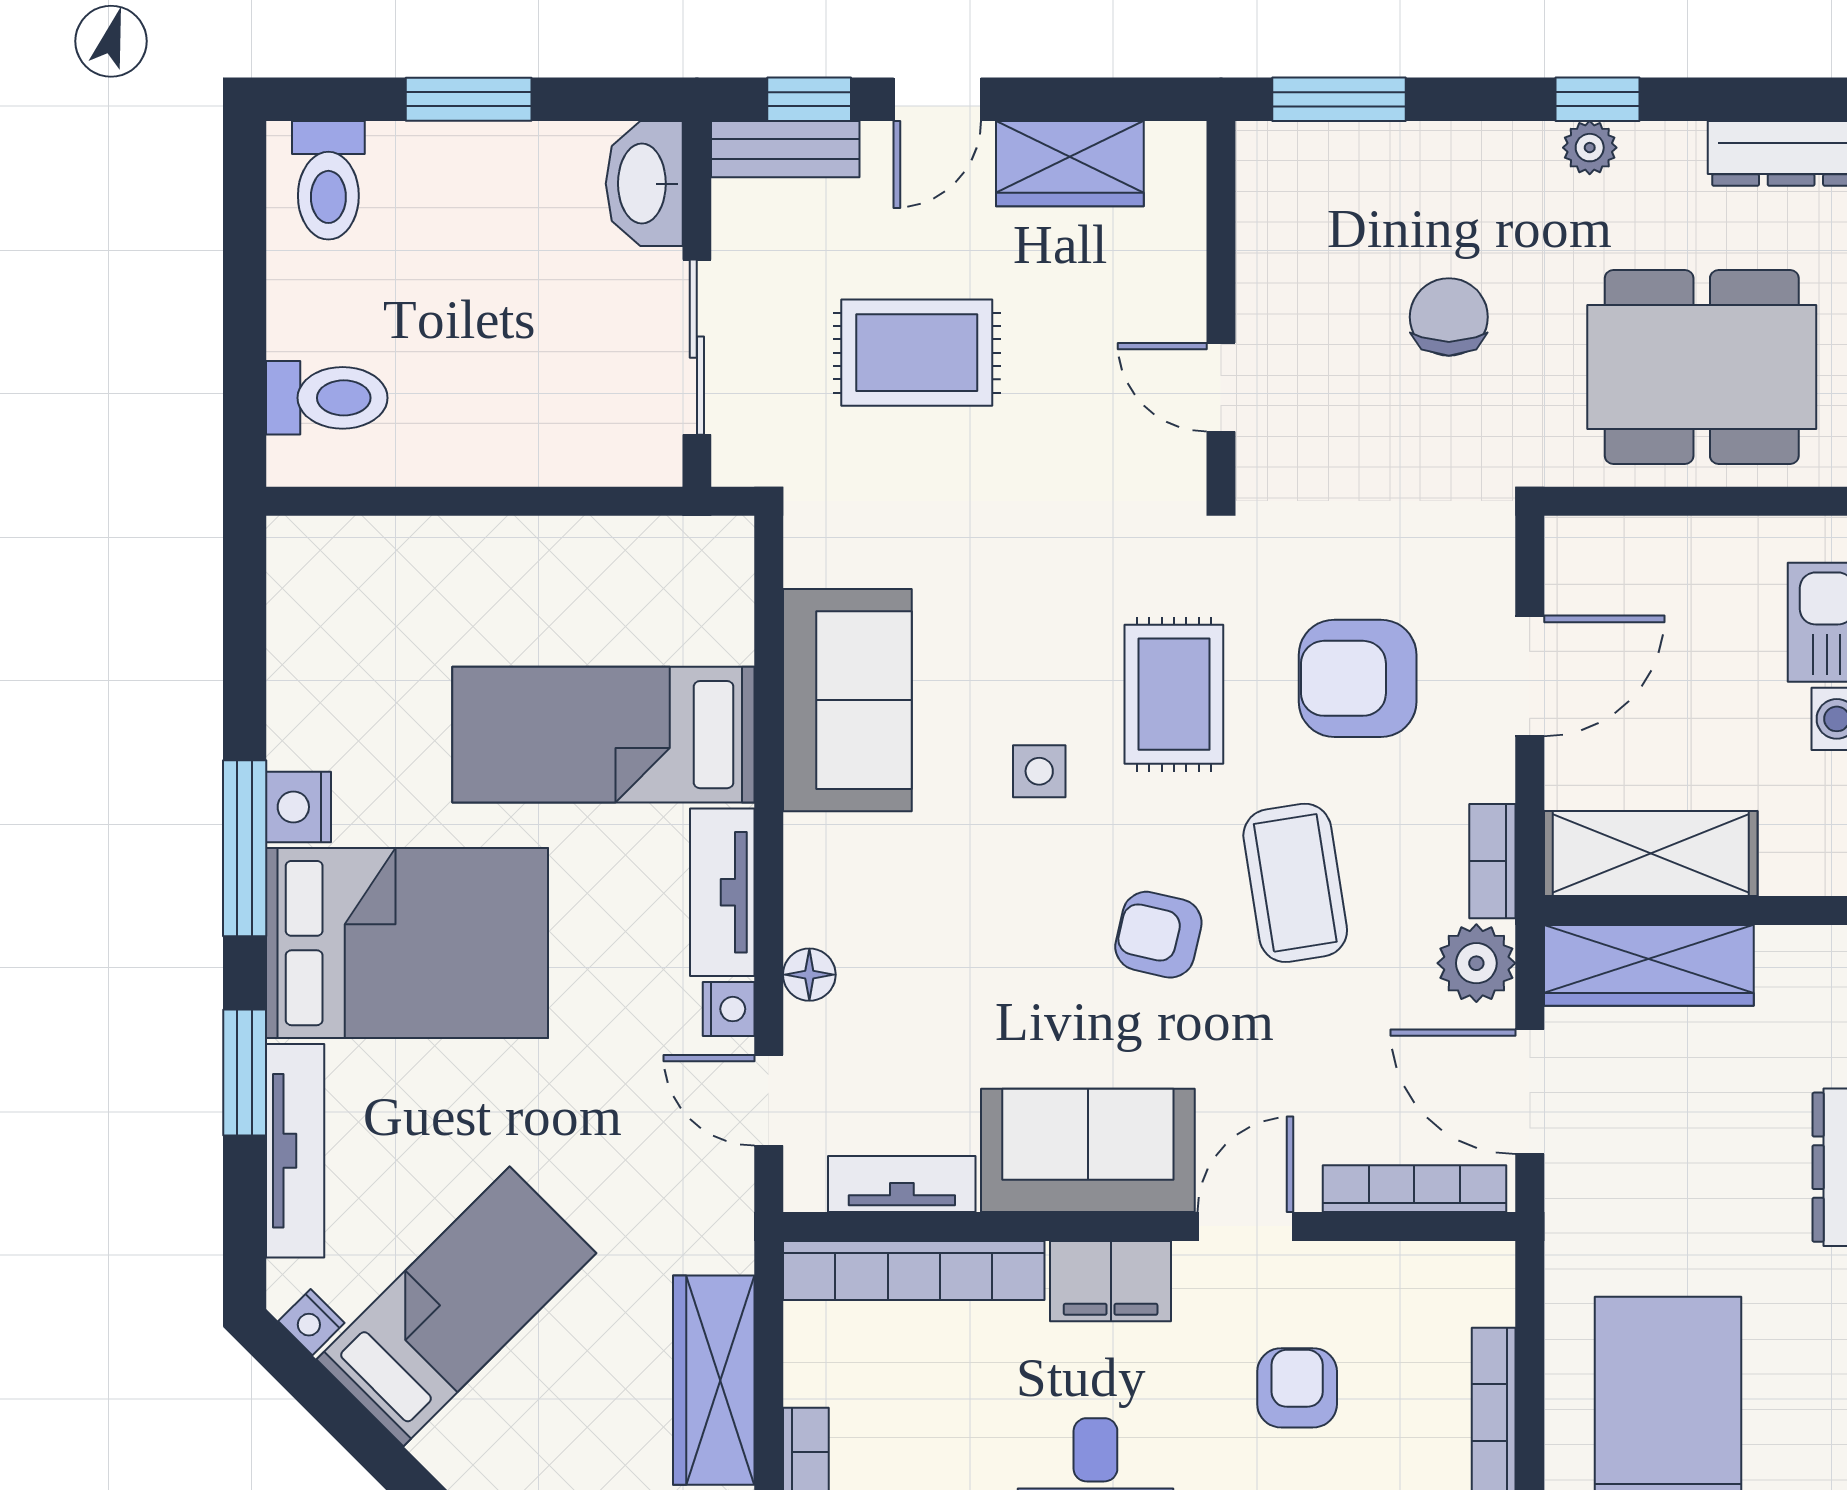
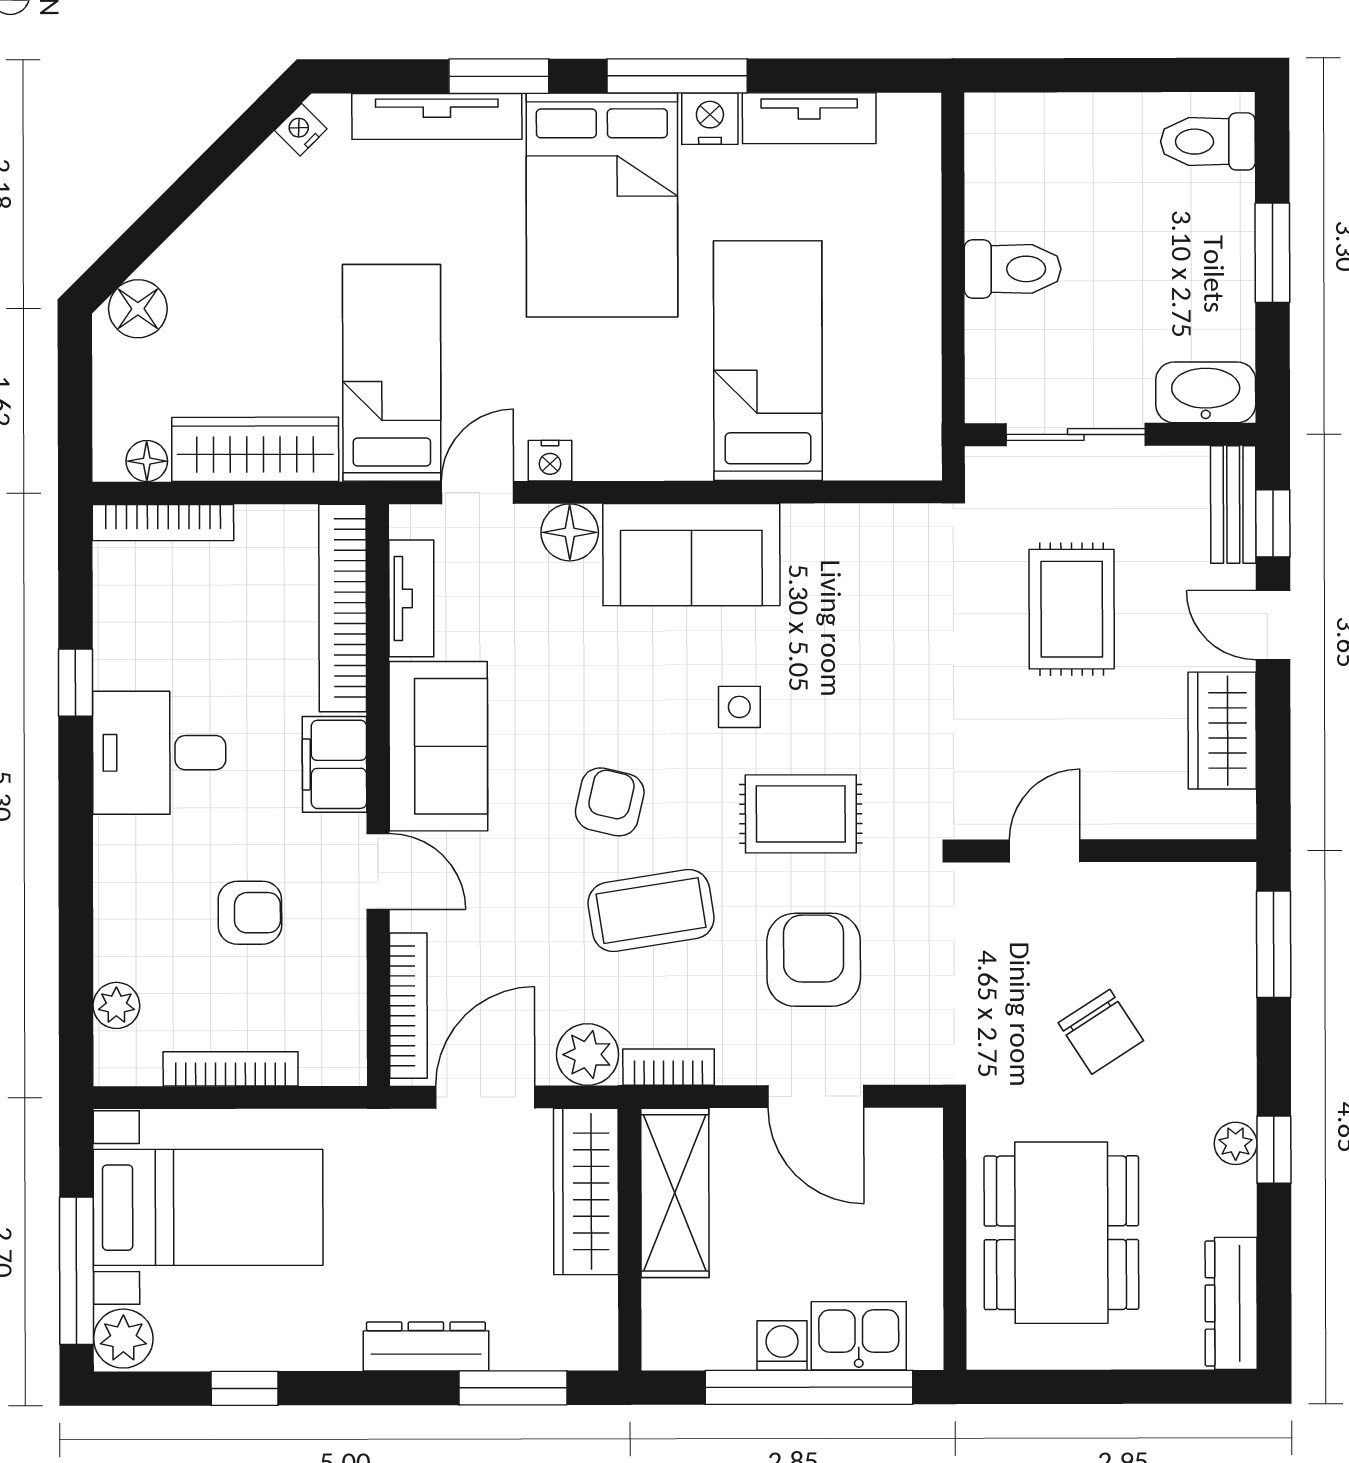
chair: (1449, 317) -> (1101, 1032), turned 57
toilet: (327, 398) -> (1013, 269), moved, turned -90
sofa: (847, 700) -> (691, 555), moved
tv unit: (722, 892) -> (809, 118), moved, turned 180
floor lamp: (809, 975) -> (570, 532), width x1.37, depth x1.37
bed: (456, 1306) -> (392, 373), moved, turned -135

